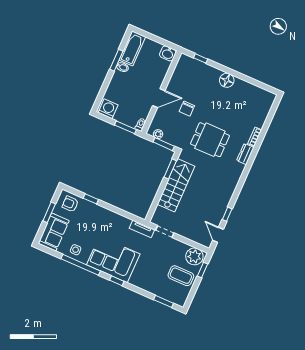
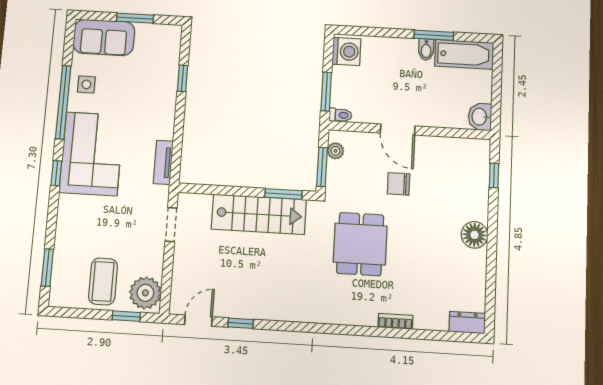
dresser: (245, 154) -> (467, 323), moved
armchair: (70, 204) -> (162, 47), removed
tv unit: (142, 229) -> (163, 162), moved

